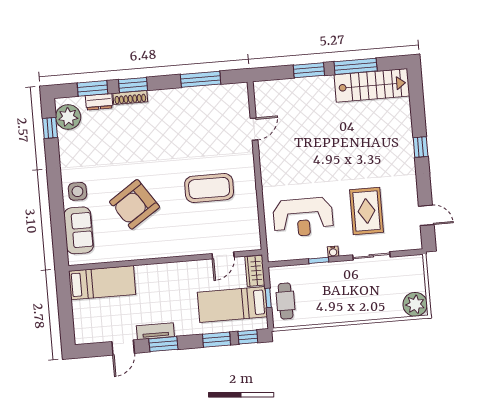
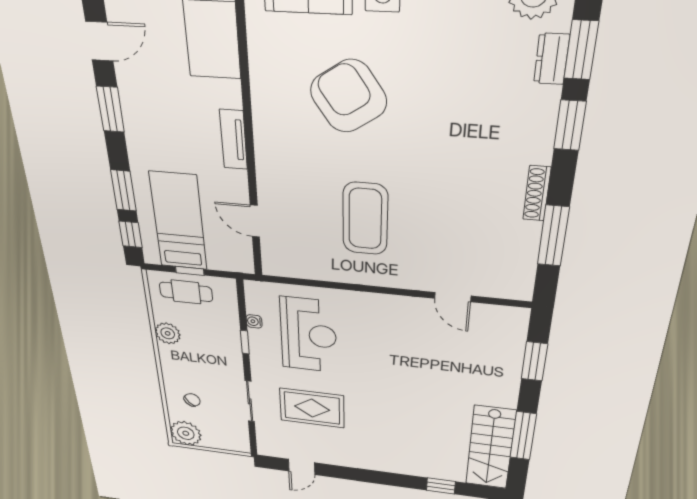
window: (309, 70) -> (534, 361), moved
shoe rack: (130, 97) -> (537, 193), moved
window: (421, 147) -> (441, 486), moved
reception desk: (303, 217) -> (308, 335), turned 180
water cooler: (333, 251) -> (254, 321), moved
wardrobe: (255, 271) -> (230, 260), removed
chair: (380, 299) -> (192, 400), added
plant: (323, 315) -> (168, 333), added
tv unit: (155, 331) -> (234, 140), moved, turned 180
door: (123, 347) -> (99, 41), swing flipped

